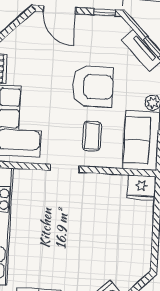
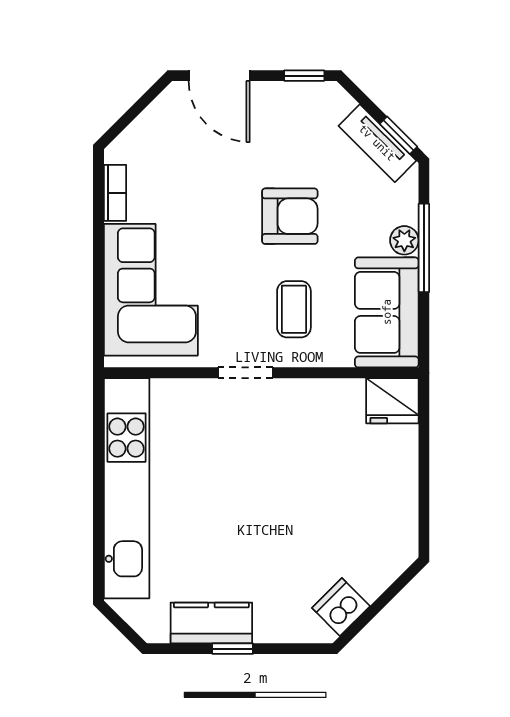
armchair: (93, 86) -> (290, 216), width x0.73, depth x0.73

